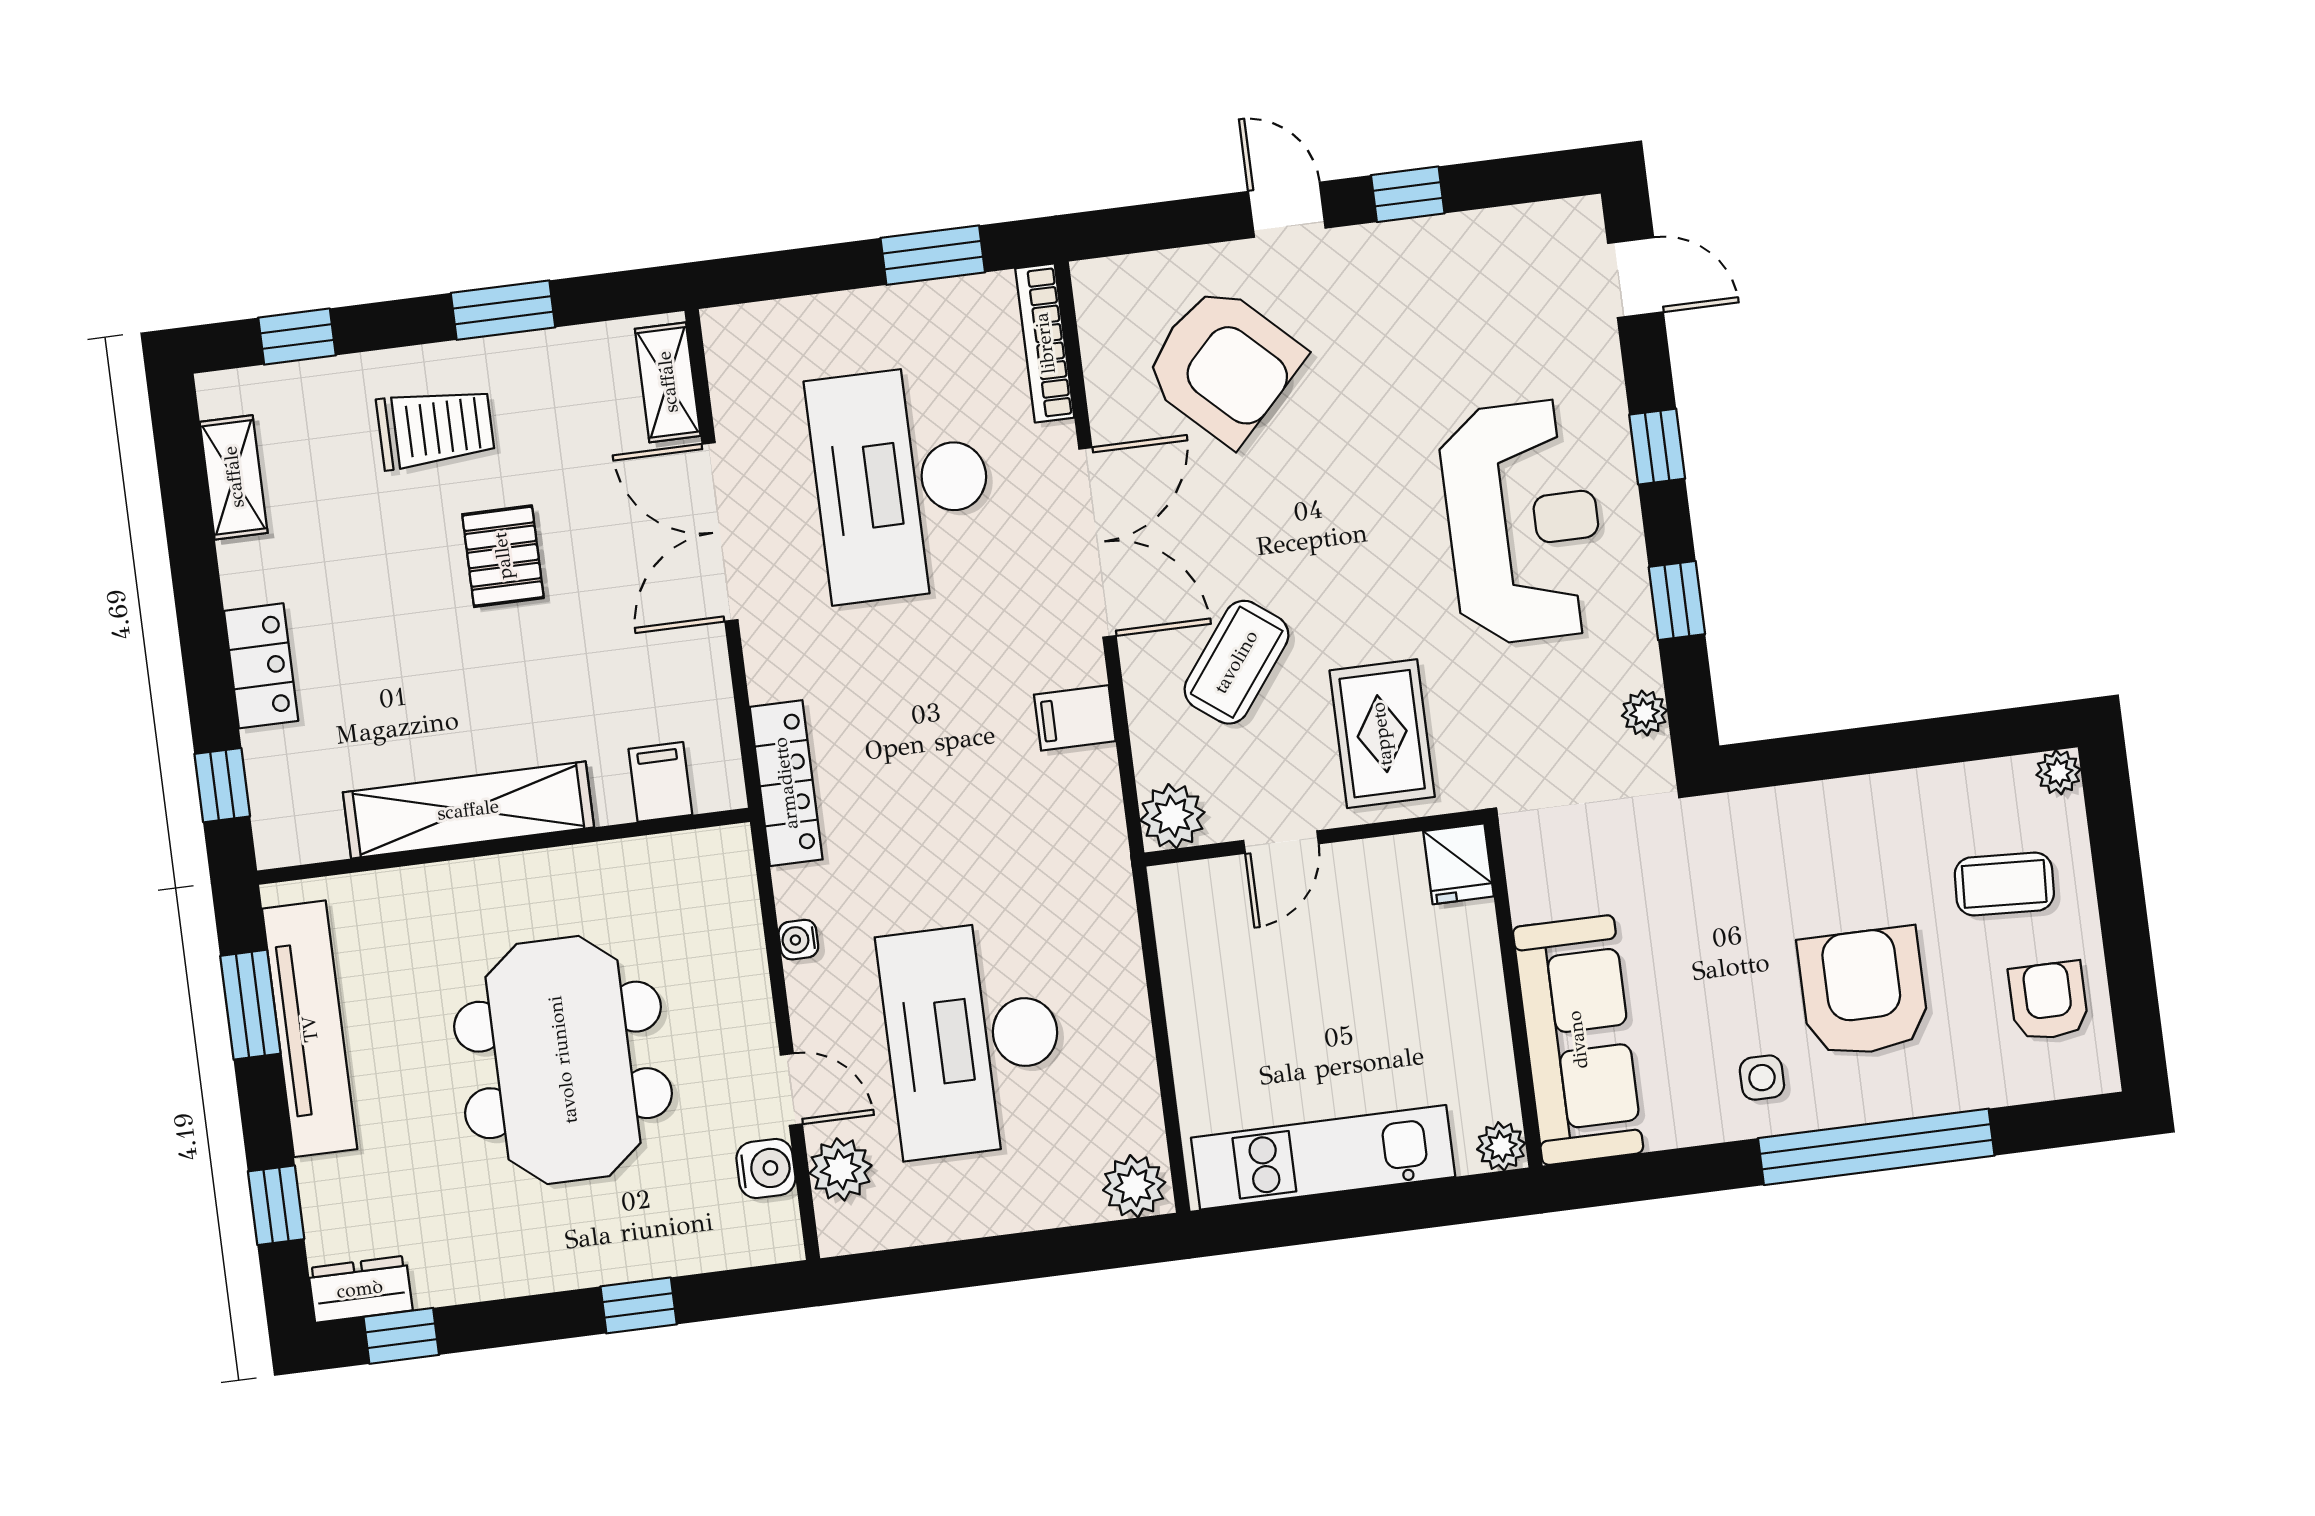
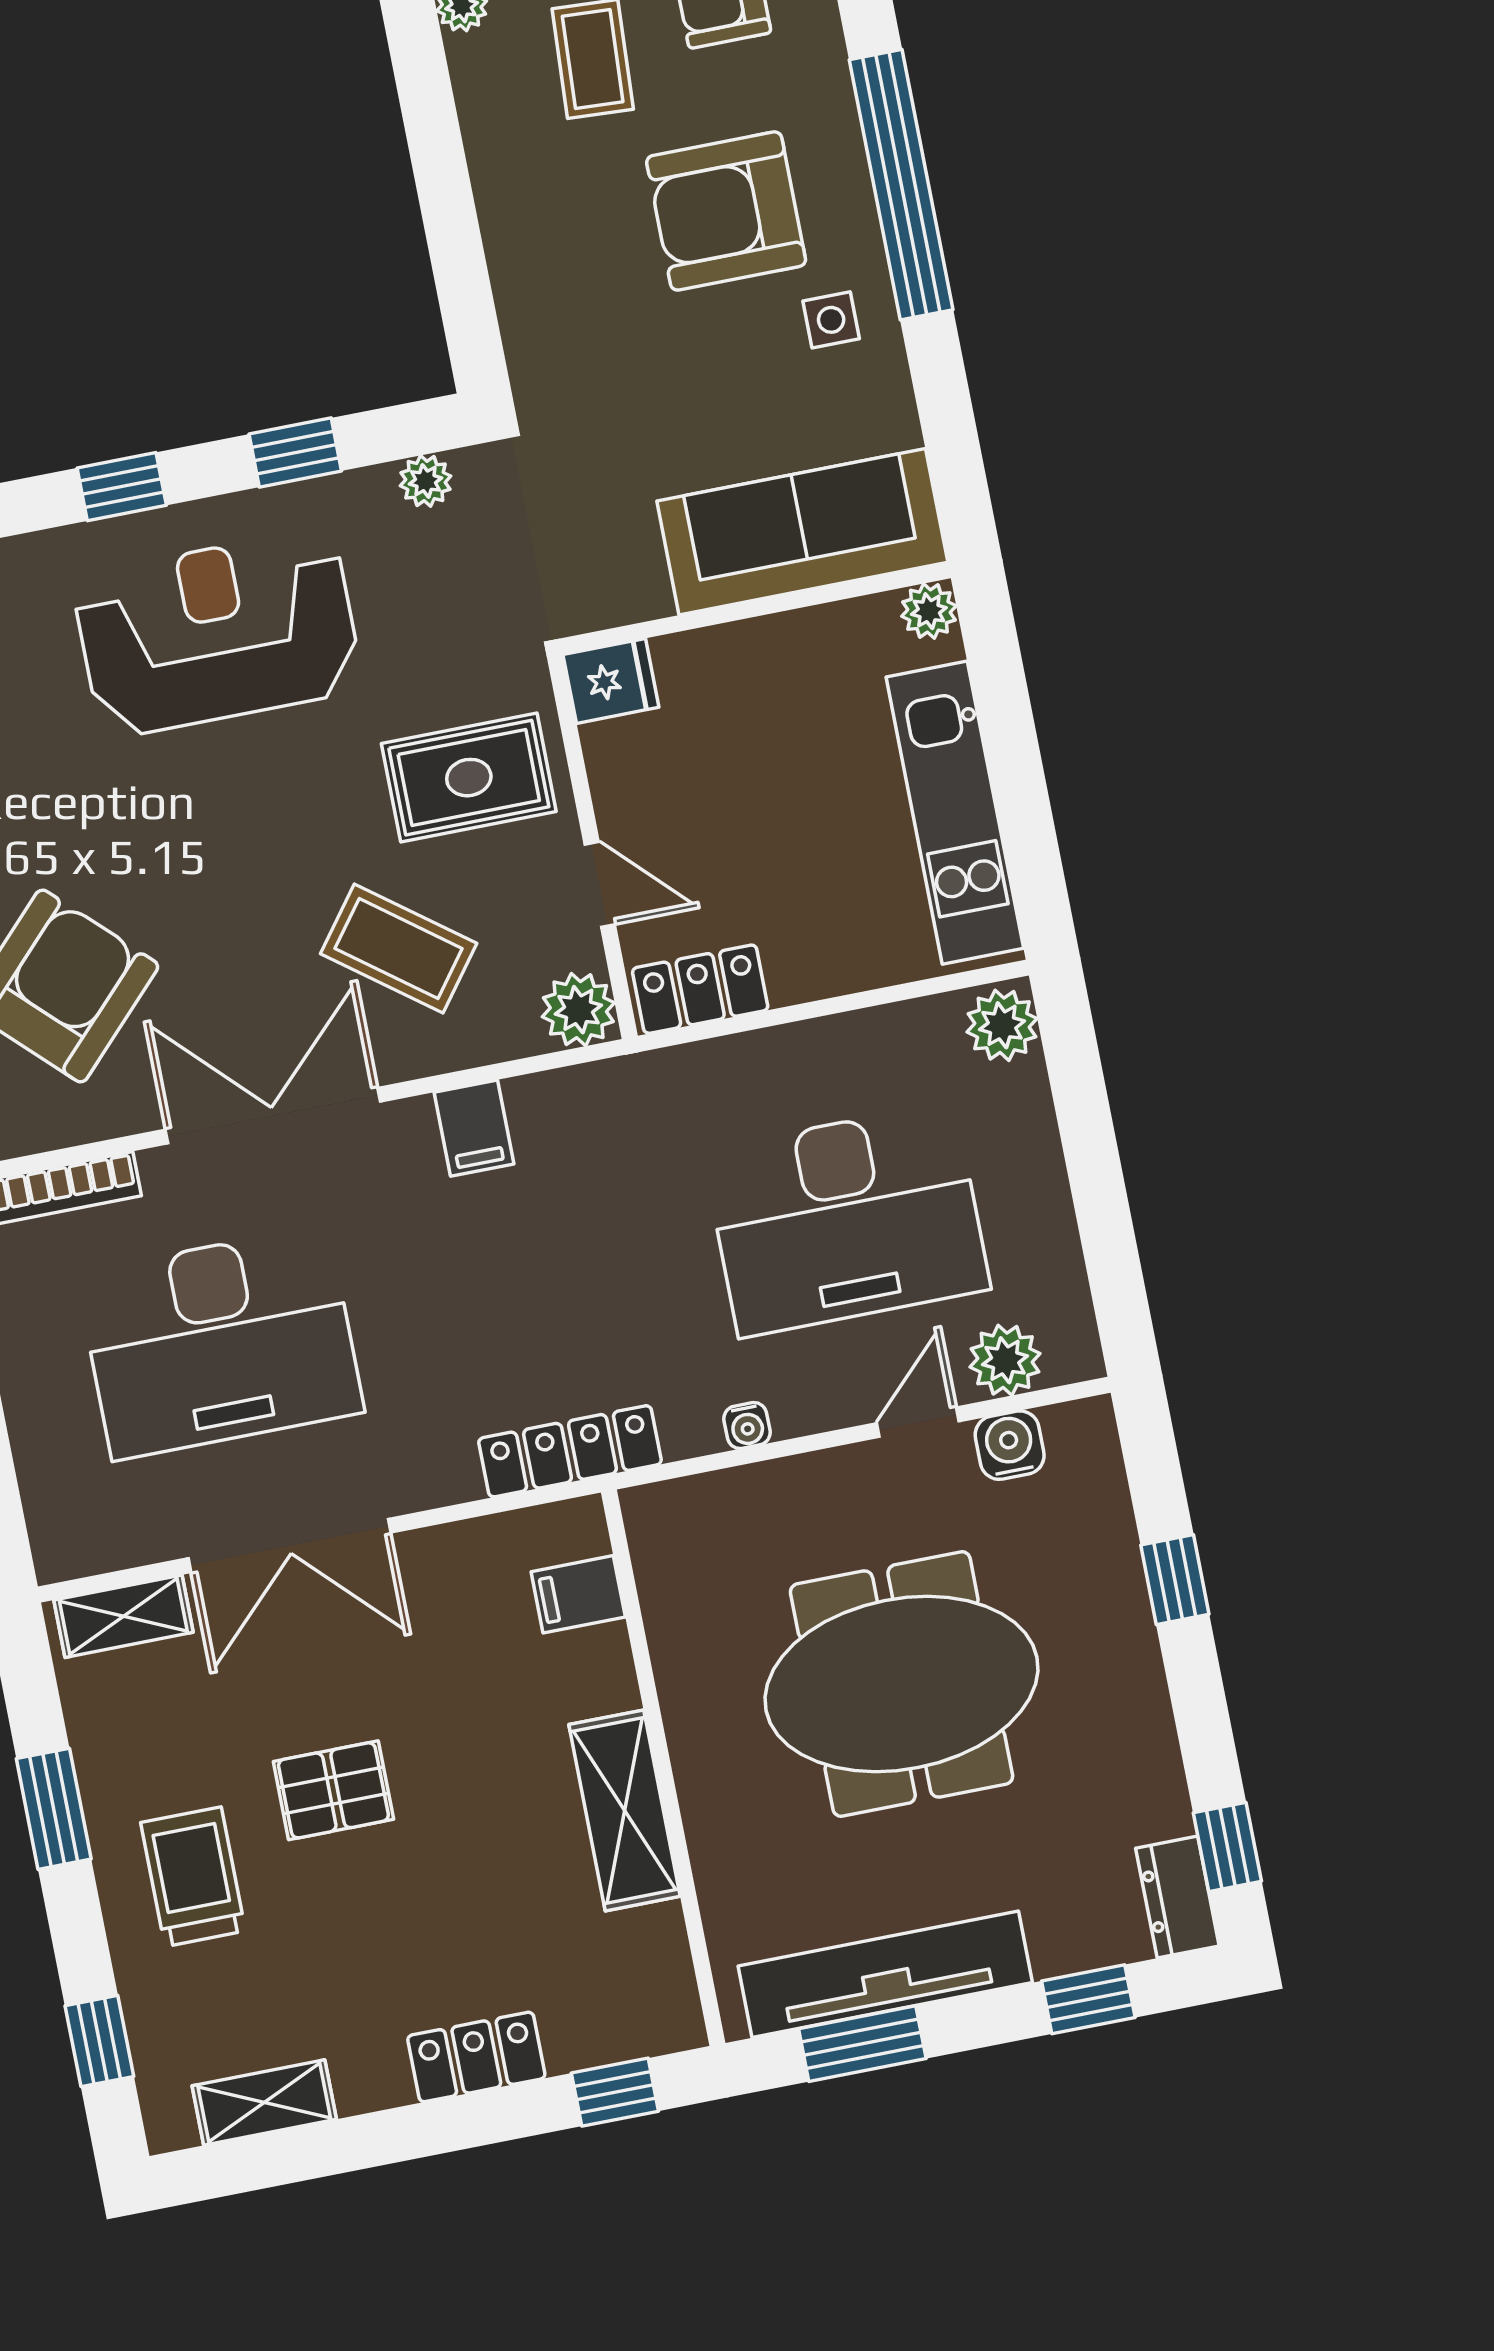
shelving: (468, 810) -> (624, 1810), width x0.68
locker: (1183, 924) -> (700, 989), added

